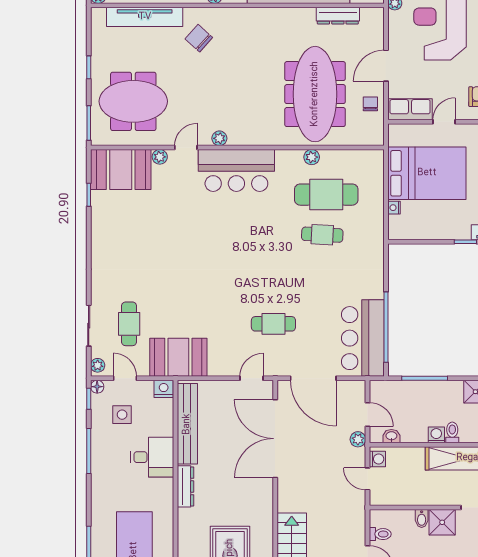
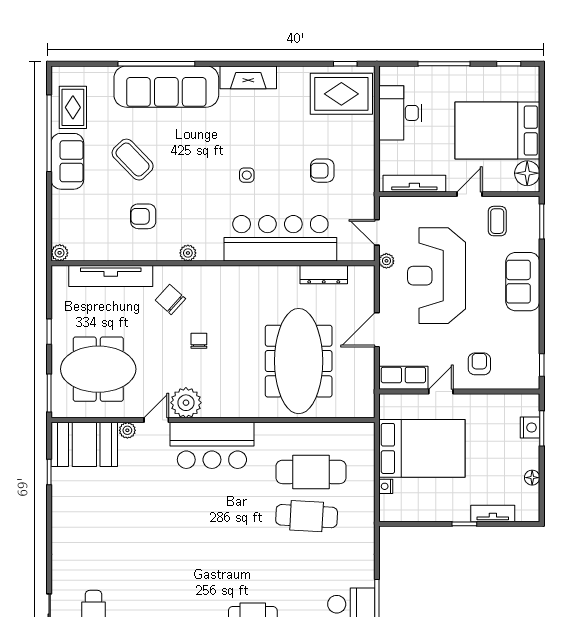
chair: (370, 104) -> (199, 341), moved
plant: (219, 138) -> (186, 403), width x1.88, depth x1.88
plant: (312, 157) -> (295, 431), removed
cafe table: (322, 235) -> (307, 516), width x1.37, depth x1.35

